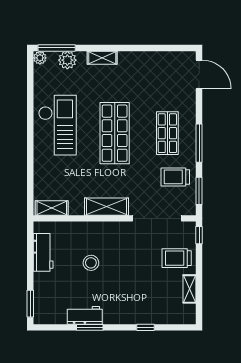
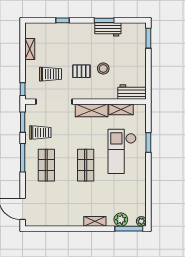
checkout: (57, 125) -> (122, 151), moved
shop shelf: (115, 133) -> (86, 165), width x0.70, depth x0.74
window: (30, 164) -> (148, 142), added
shelving: (52, 208) -> (121, 109), moved
workbench: (43, 252) -> (132, 92), moved, turned 90
trolley: (177, 258) -> (51, 74), moved
pallet: (120, 259) -> (81, 71), added

